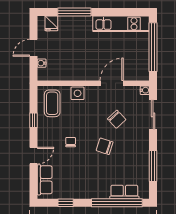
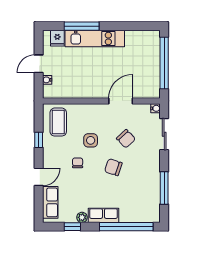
kitchen unit: (121, 24) -> (95, 39), moved
side table: (78, 93) -> (91, 140), moved
row of seats: (124, 192) -> (103, 215), moved
plant: (75, 194) -> (82, 217), added

